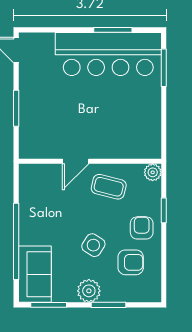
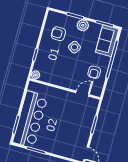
bar counter: (108, 54) -> (30, 119), moved, turned 90
door: (76, 161) -> (82, 94), moved
coffee table: (109, 187) -> (59, 74), removed
armchair: (142, 228) -> (94, 72), moved

